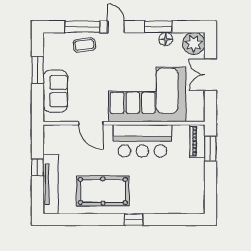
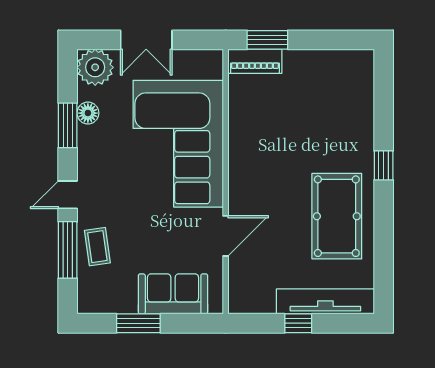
bar counter: (142, 141) -> (255, 151), removed

